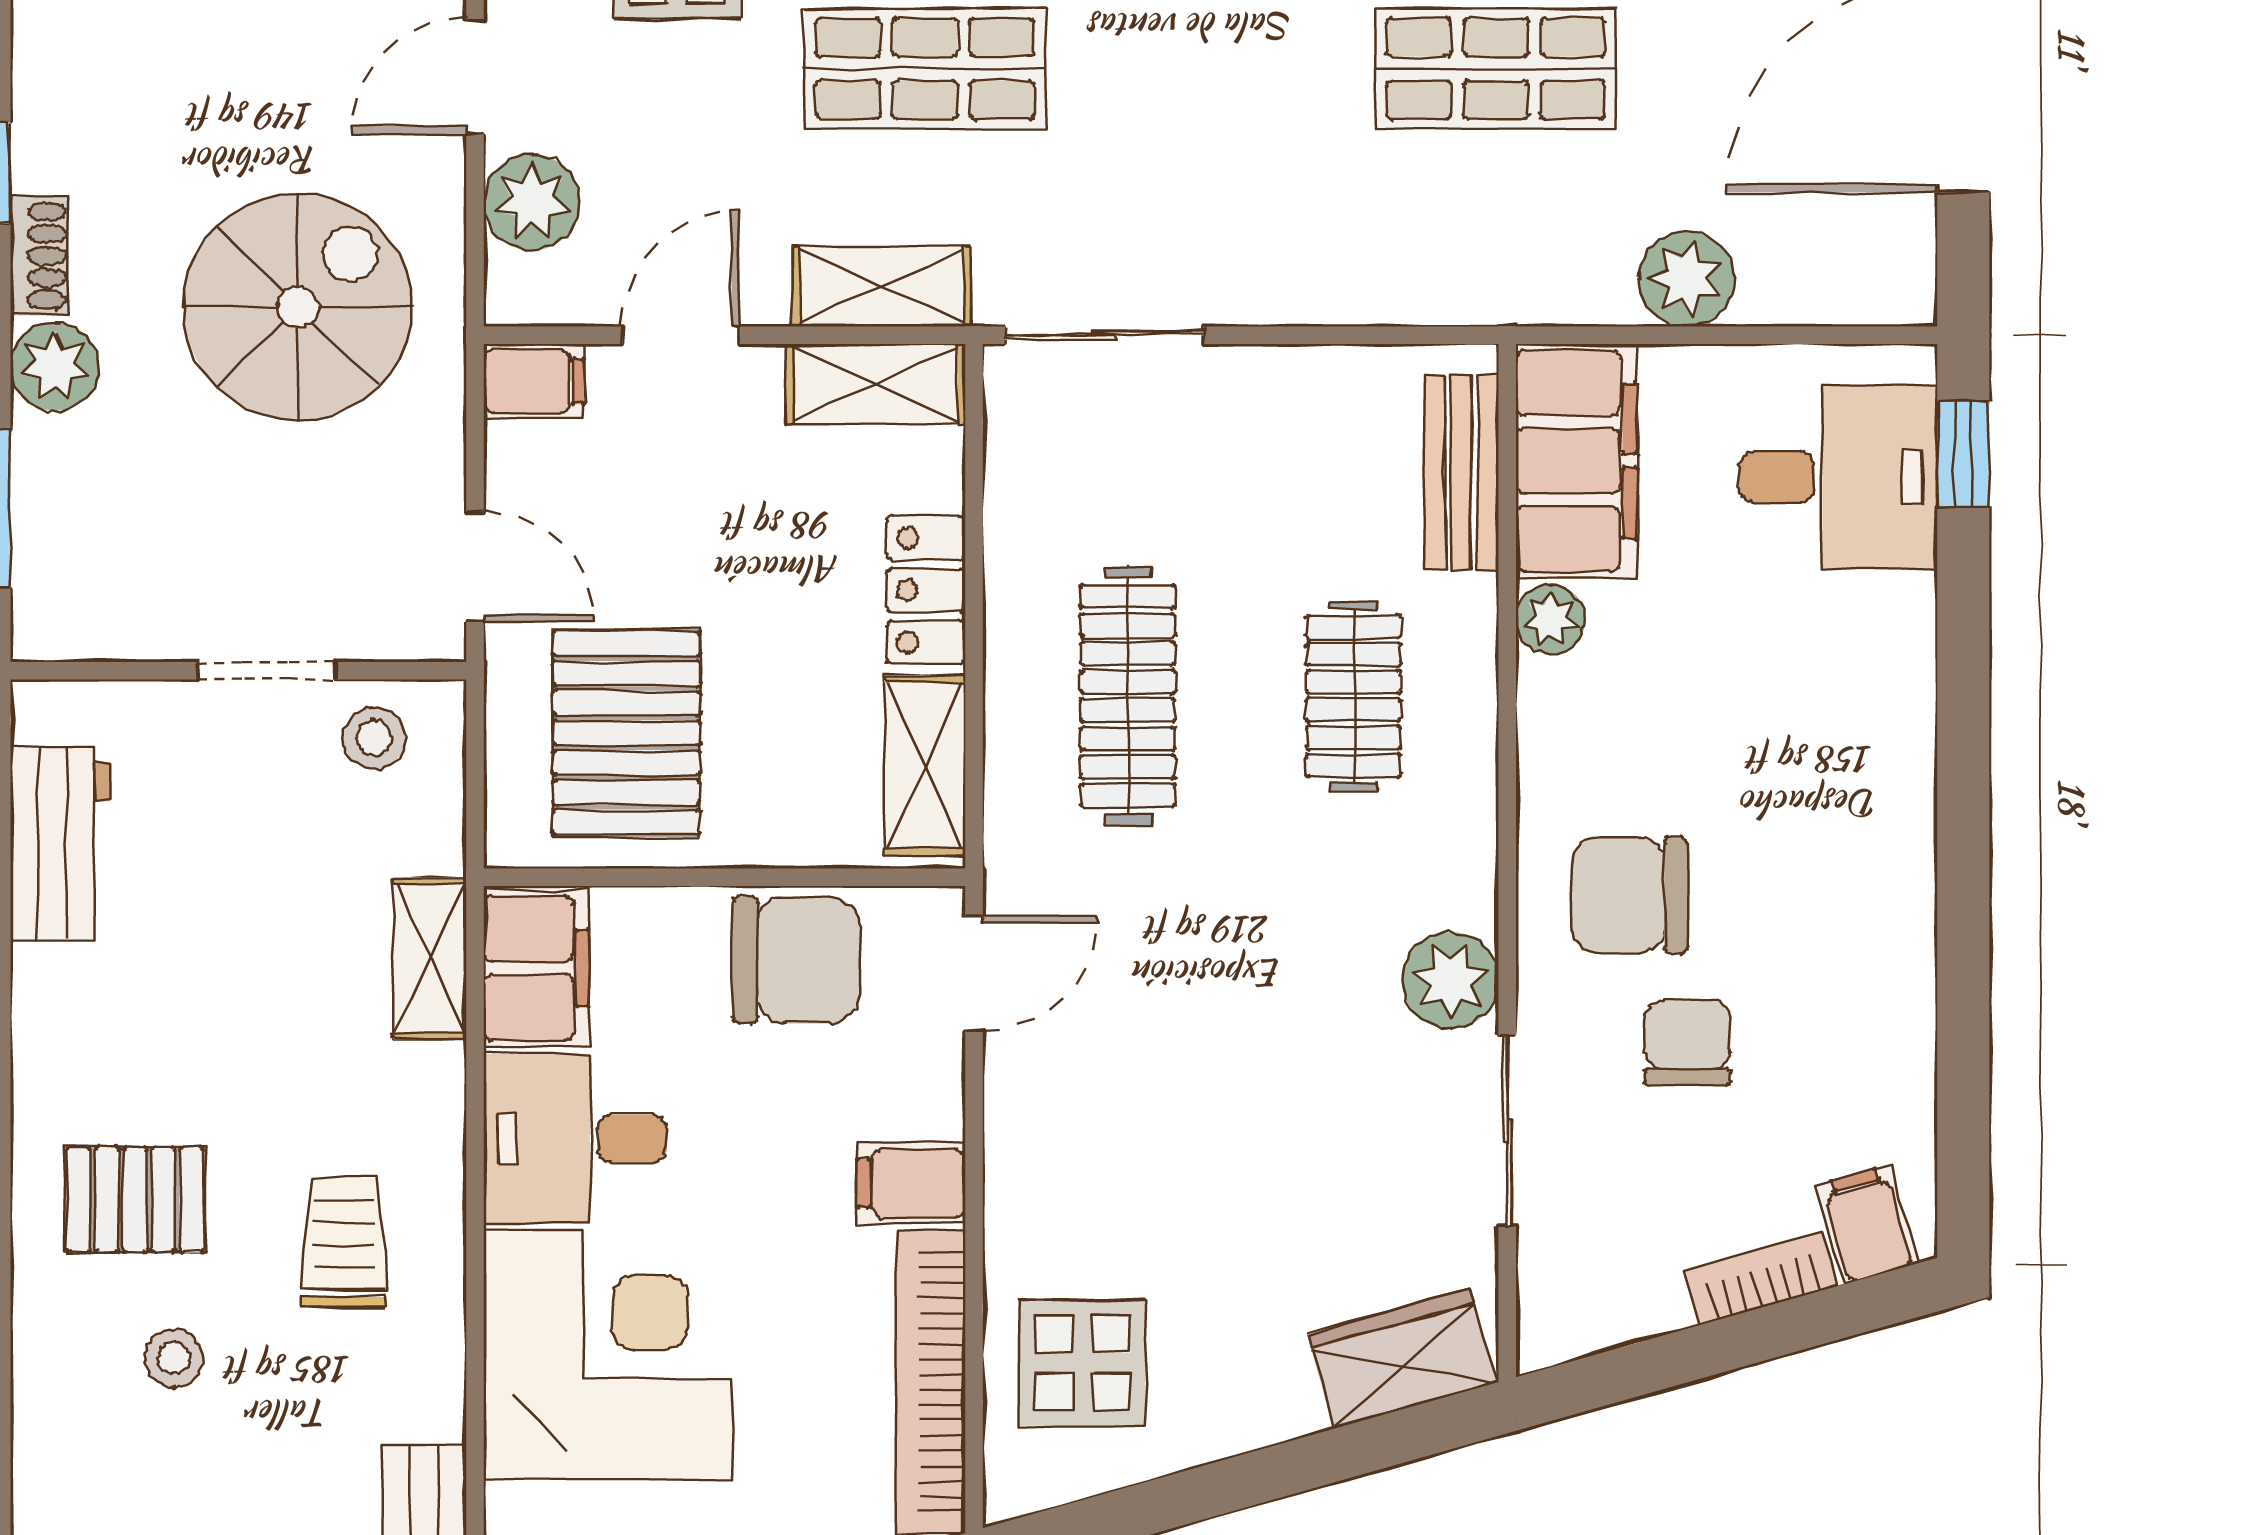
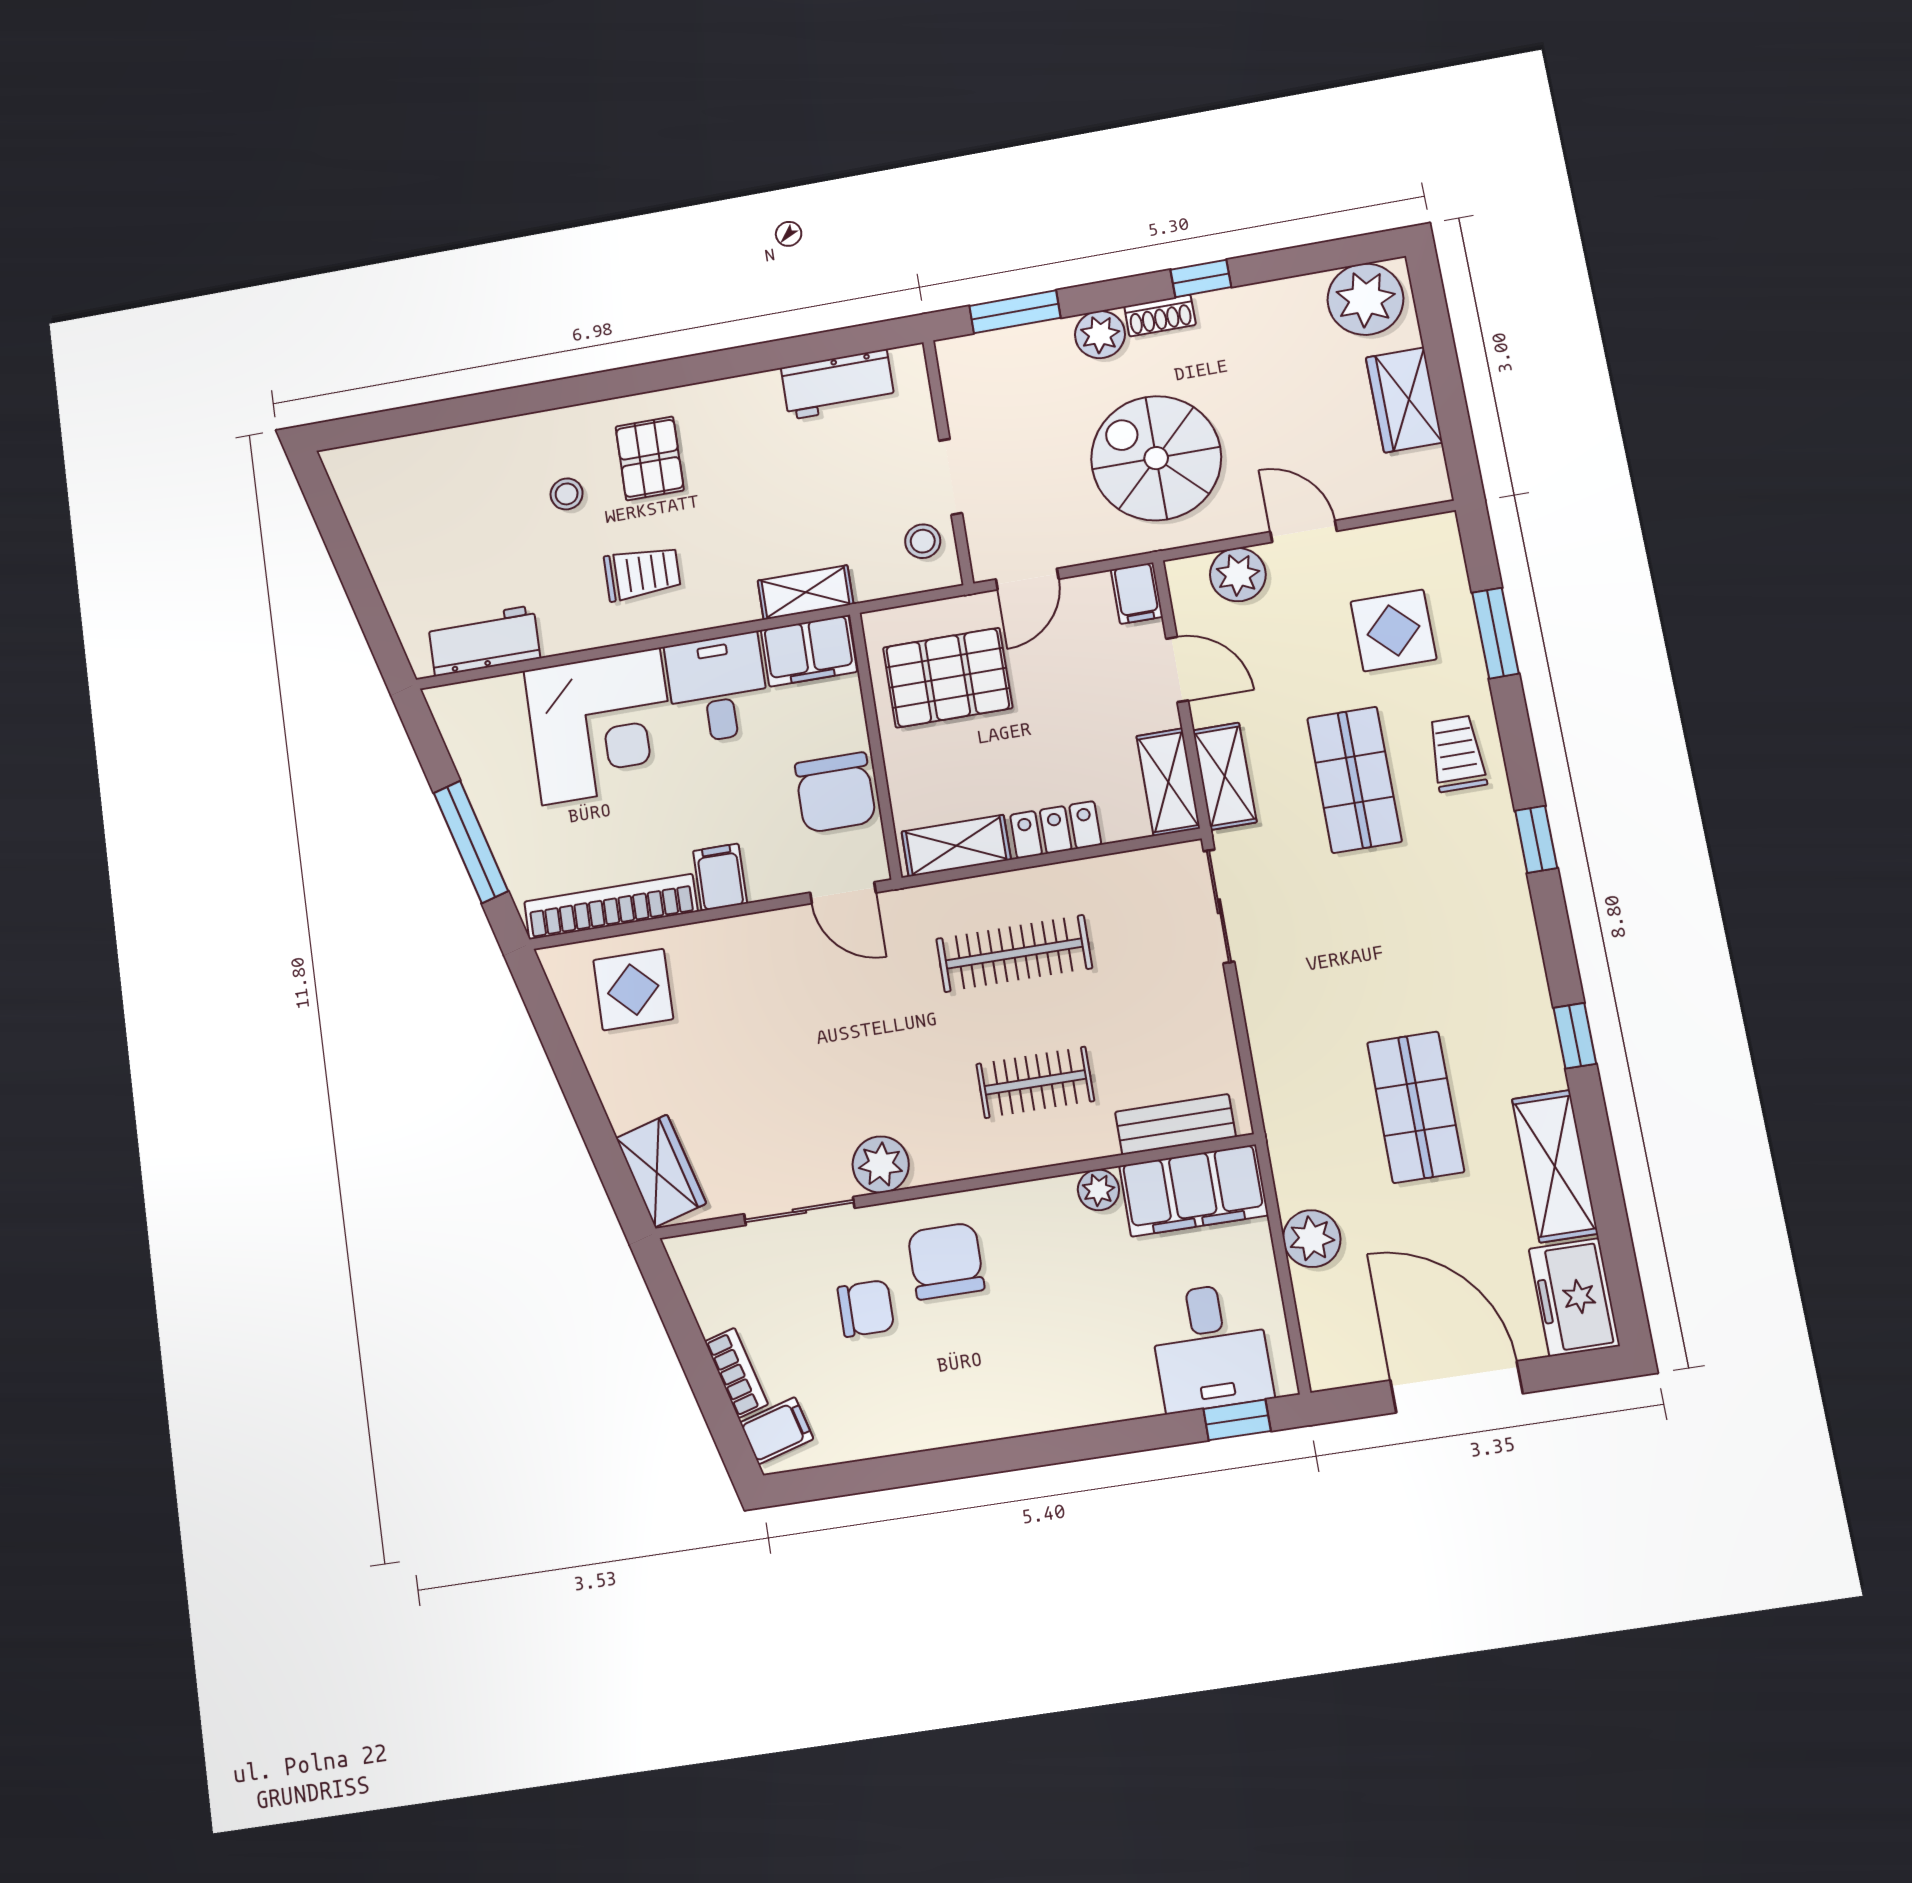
spiral stairs: (298, 307) -> (1156, 458), turned 180

